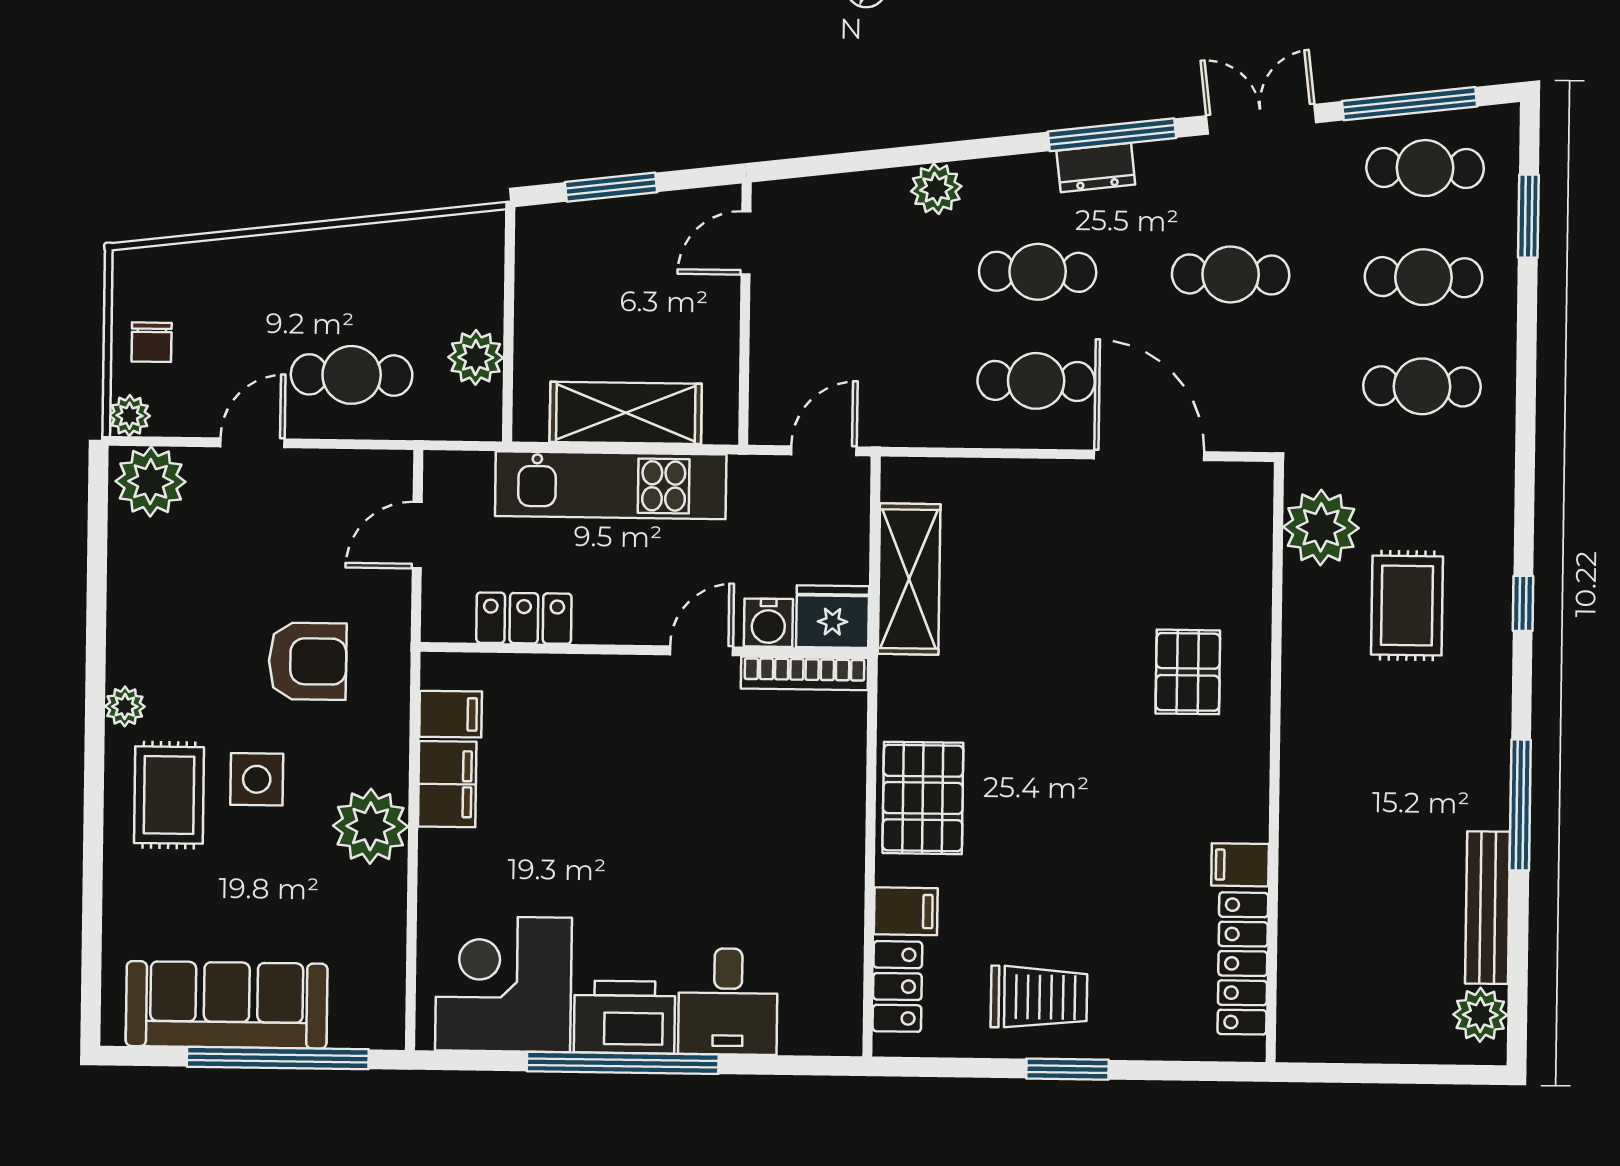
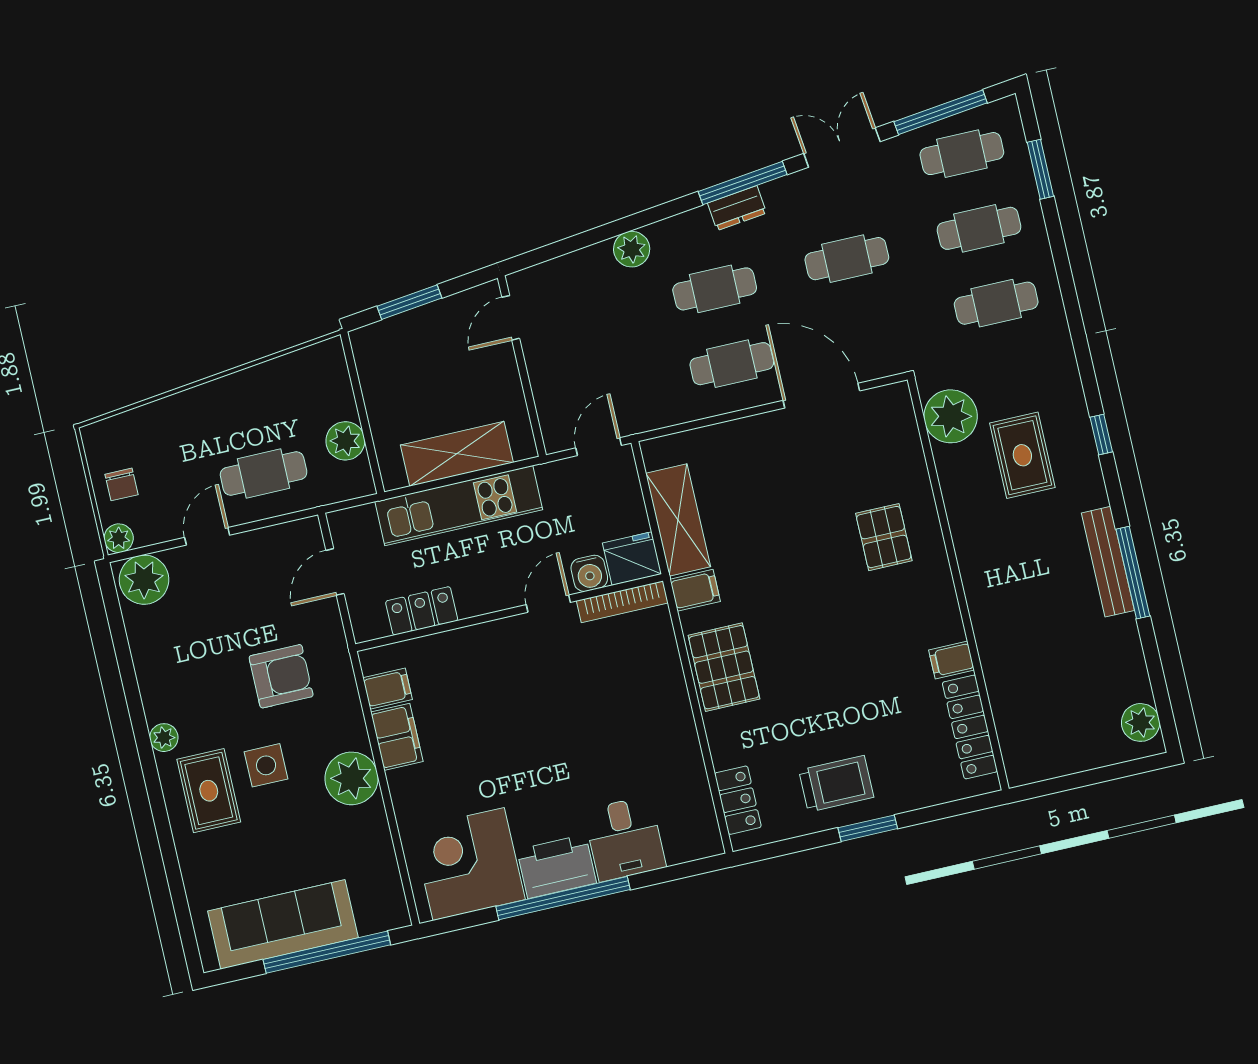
bench: (1488, 908) -> (1108, 562), moved
filing cabinet: (906, 911) -> (695, 590), moved

